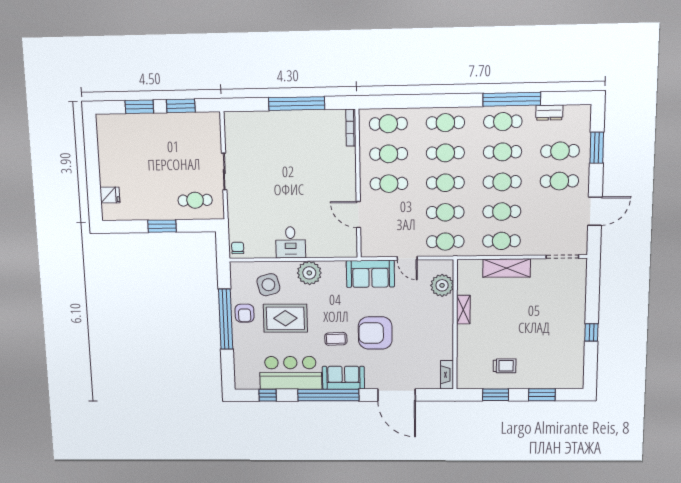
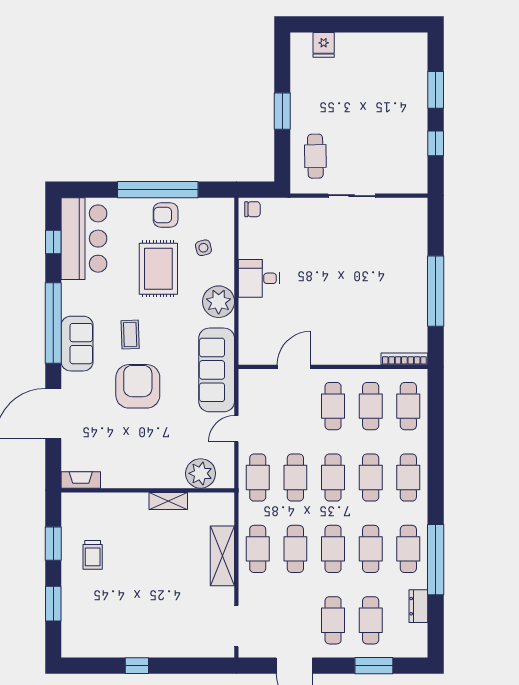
window: (181, 106) -> (436, 143), width x0.67
sofa: (370, 274) -> (217, 370), width x1.36
side table: (268, 285) -> (203, 248), width x0.54, depth x0.54
bar counter: (291, 373) -> (84, 239), moved

